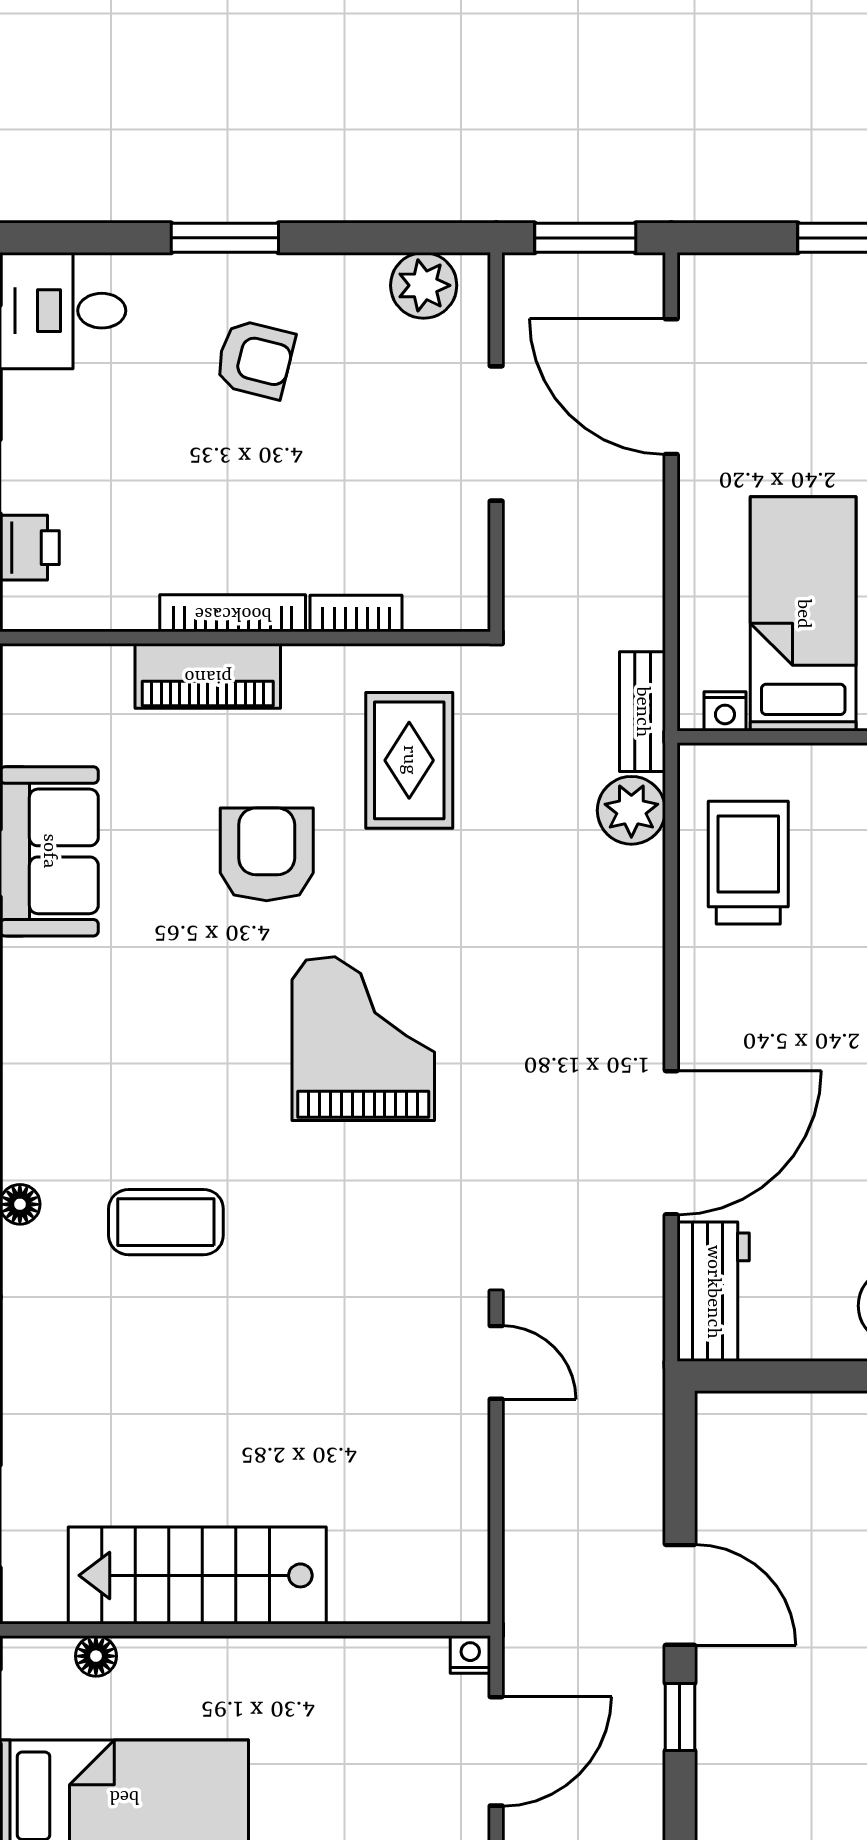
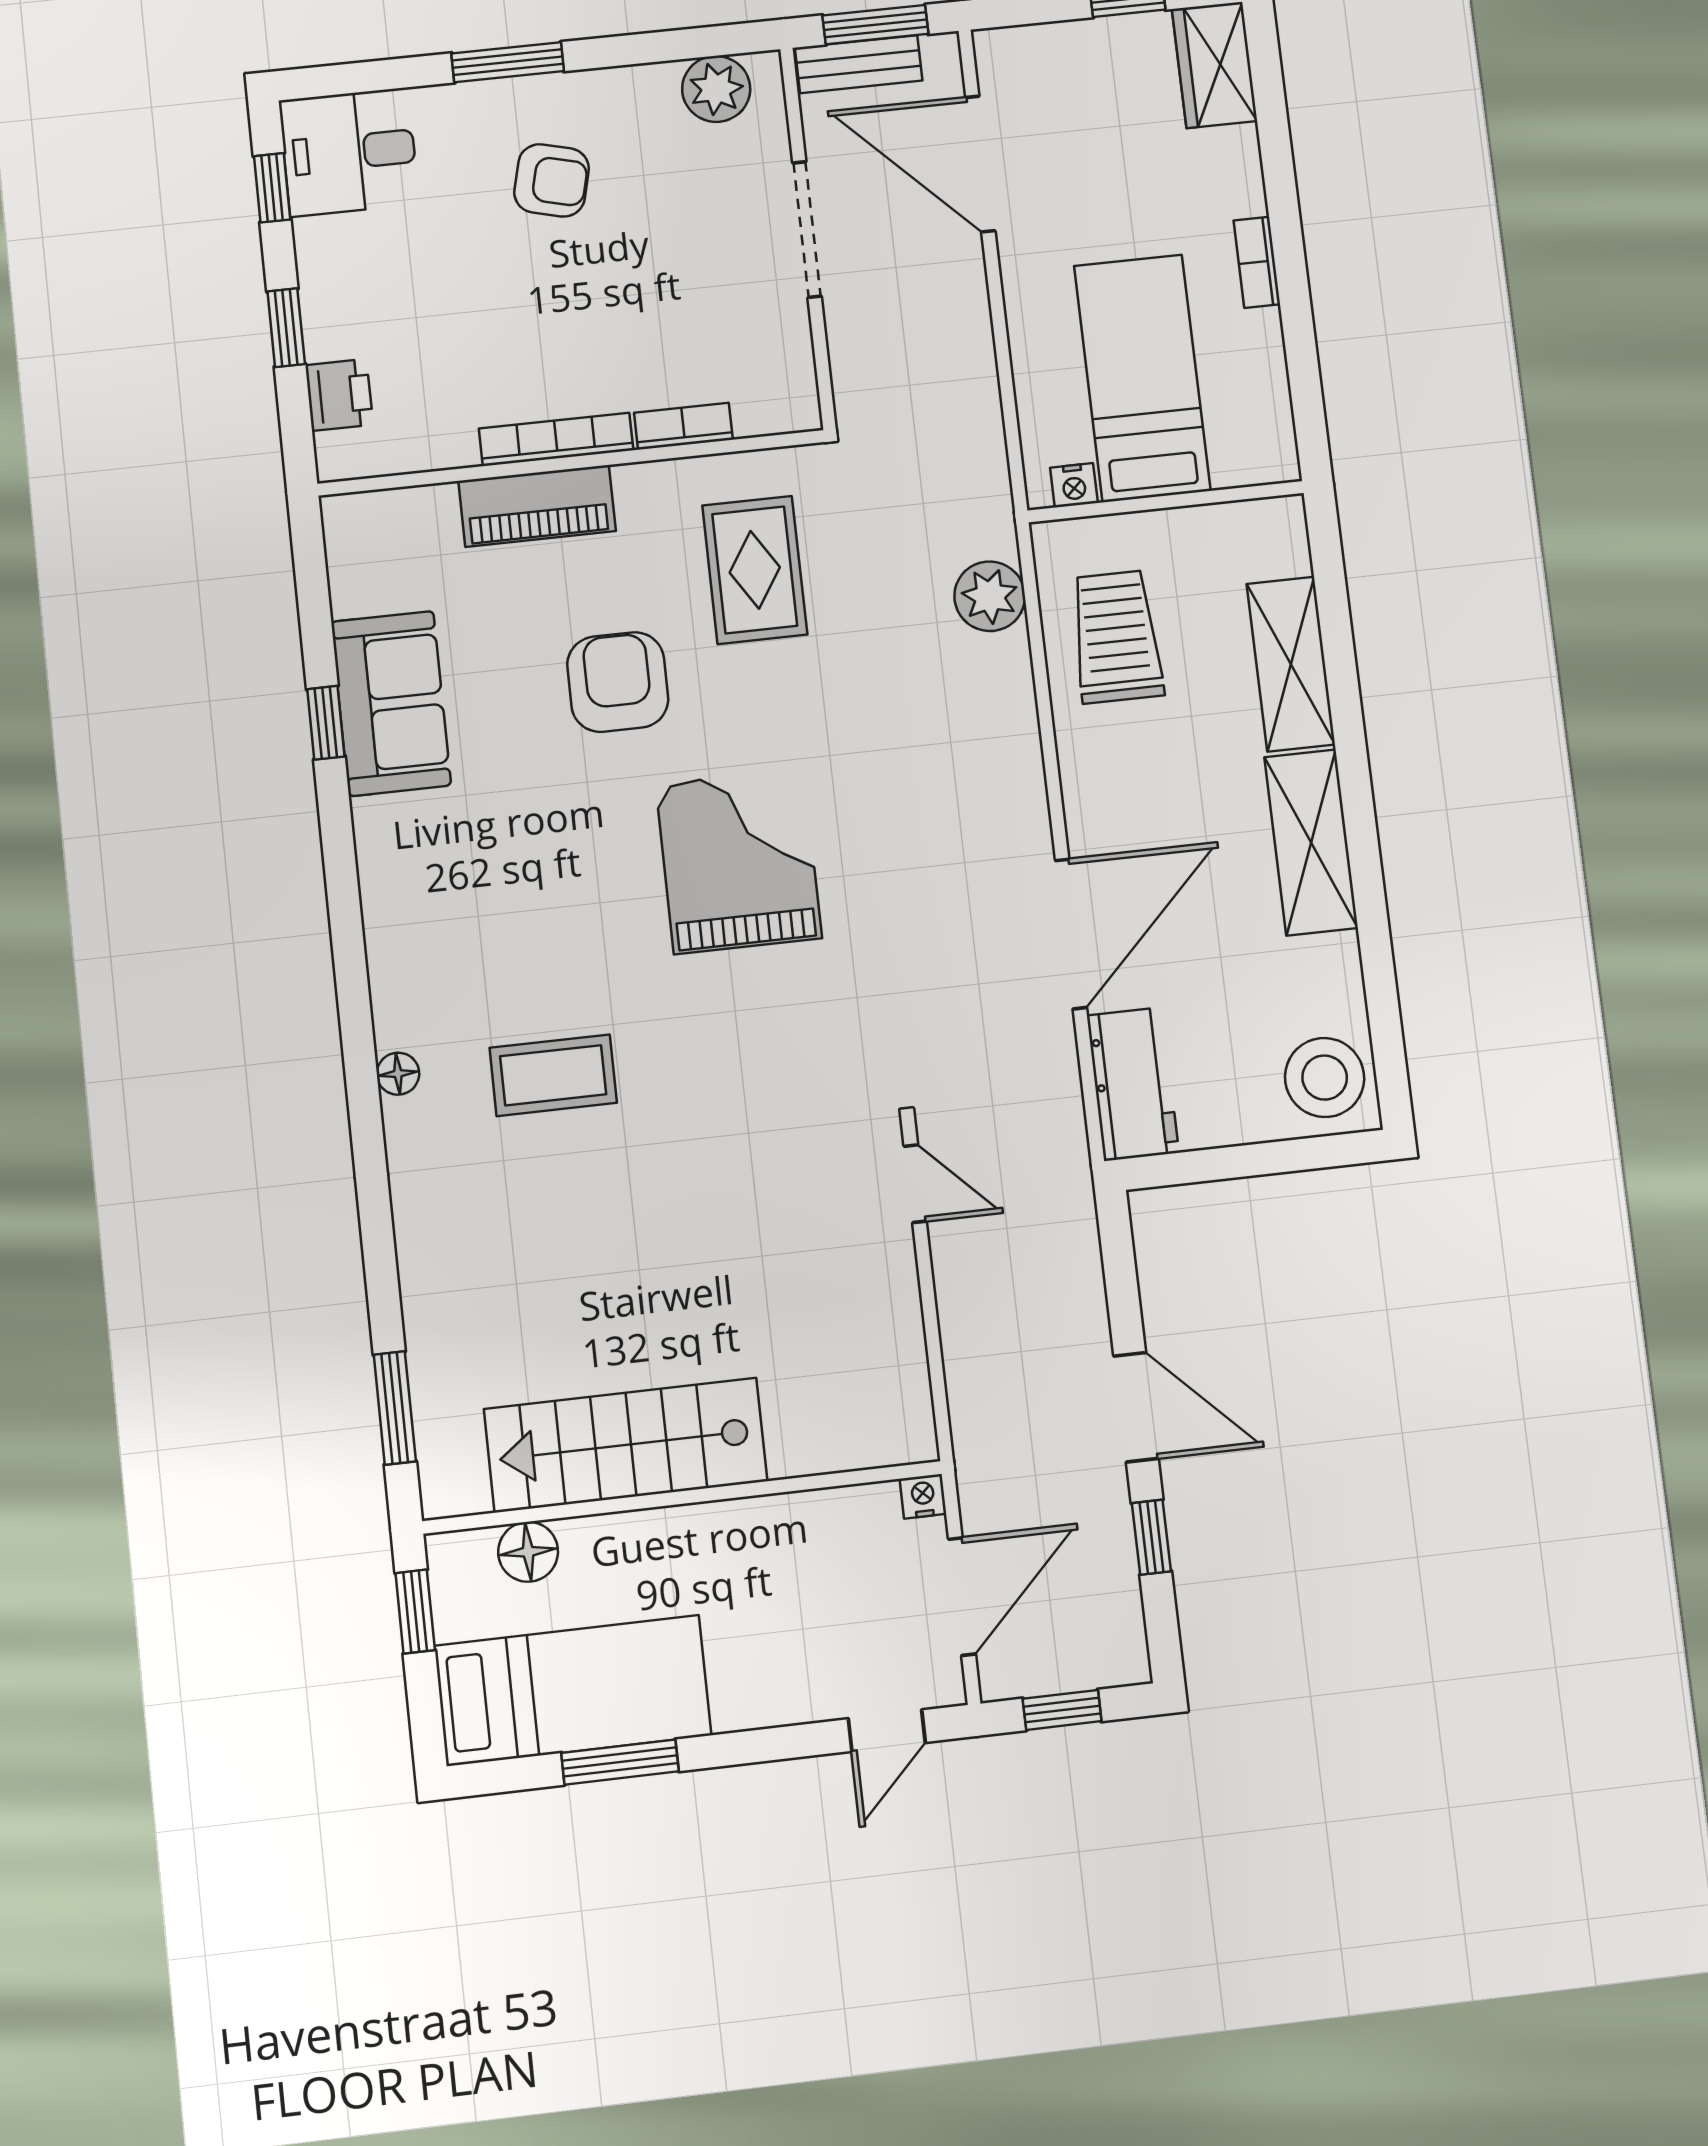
bench: (642, 712) -> (859, 64), moved, turned 90
floor lamp: (96, 1656) -> (528, 1552), width x1.37, depth x1.37

